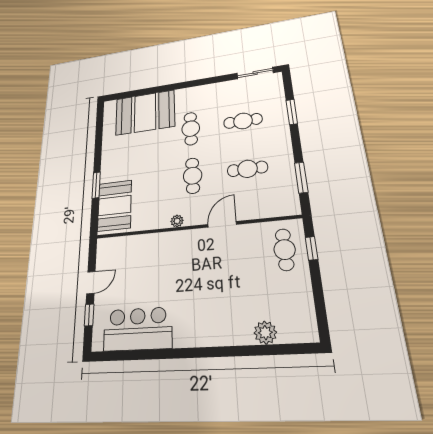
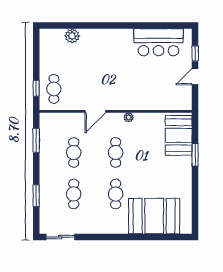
cafe table: (243, 121) -> (74, 194), turned 90
cafe table: (247, 169) -> (74, 152), turned 90

